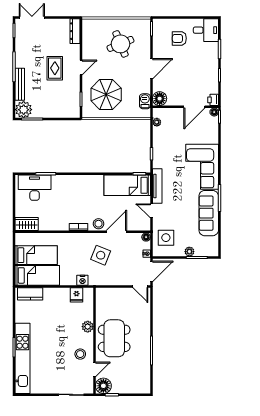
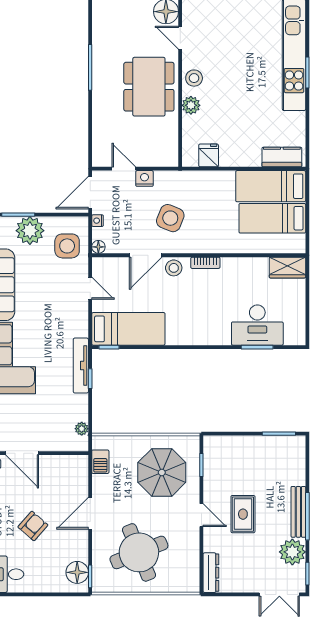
armchair: (179, 38) -> (33, 526), moved, turned -49
round table: (120, 44) -> (139, 552), width x1.36, depth x1.36
door: (81, 68) -> (201, 515), swing flipped
bench: (20, 84) -> (298, 512), moved
floor lamp: (160, 99) -> (77, 572), moved
door: (194, 107) -> (22, 453), swing flipped
plant: (24, 110) -> (292, 552), moved
tv unit: (157, 186) -> (81, 366), moved
desk: (35, 188) -> (257, 325), moved
plant: (189, 252) -> (30, 231), width x1.87, depth x1.87
nightstand: (82, 280) -> (144, 178), moved
door: (140, 286) -> (124, 169), moved
stool: (80, 354) -> (194, 78), moved
door: (94, 369) -> (180, 38), hinge flipped

